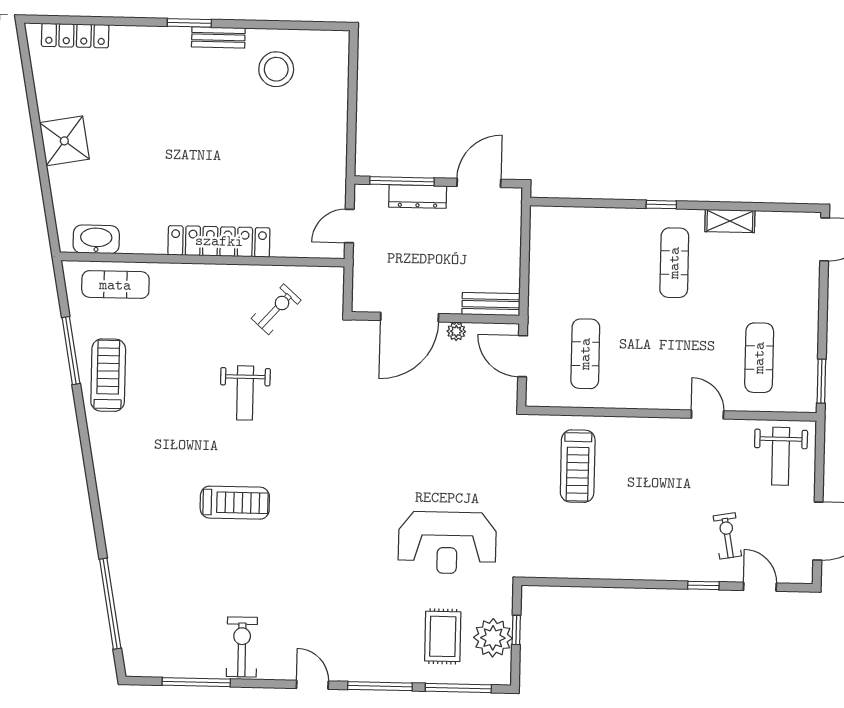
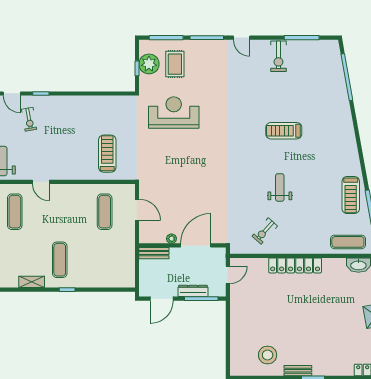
bench: (491, 304) -> (154, 253), moved
door: (410, 317) -> (196, 245), moved
wall: (435, 318) -> (182, 245), moved
plant: (456, 331) -> (171, 239), moved

